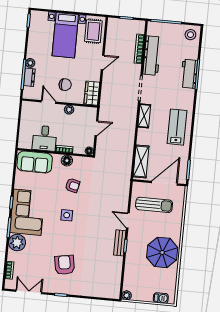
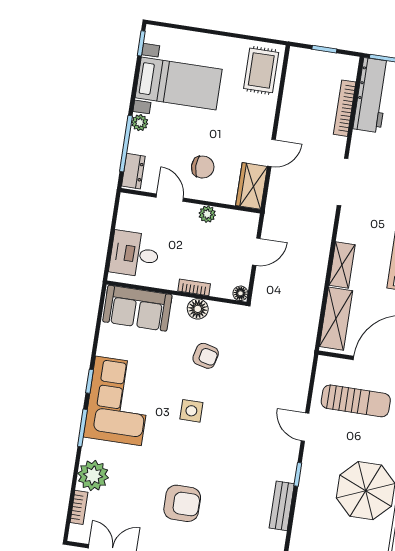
bed with nightstands: (65, 35) -> (179, 84), moved, turned -90
workbench: (152, 56) -> (372, 95), moved
door: (103, 62) -> (271, 153), moved
dresser: (29, 77) -> (133, 171), moved
shelving: (144, 116) -> (342, 265), moved
desk: (45, 138) -> (135, 254), moved, turned 90
plant: (17, 243) -> (93, 475), moved
bench: (120, 243) -> (282, 506), moved
armchair: (65, 265) -> (182, 503), turned 100

